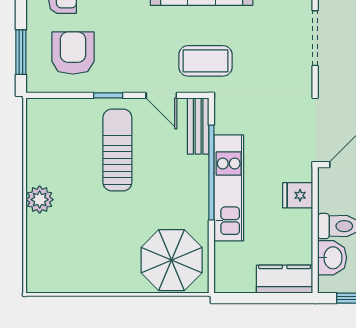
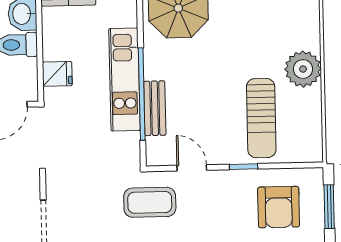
bench: (198, 126) -> (155, 108), moved
sun lounger: (117, 150) -> (261, 118), moved
plant: (40, 200) -> (303, 69), width x1.36, depth x1.36

